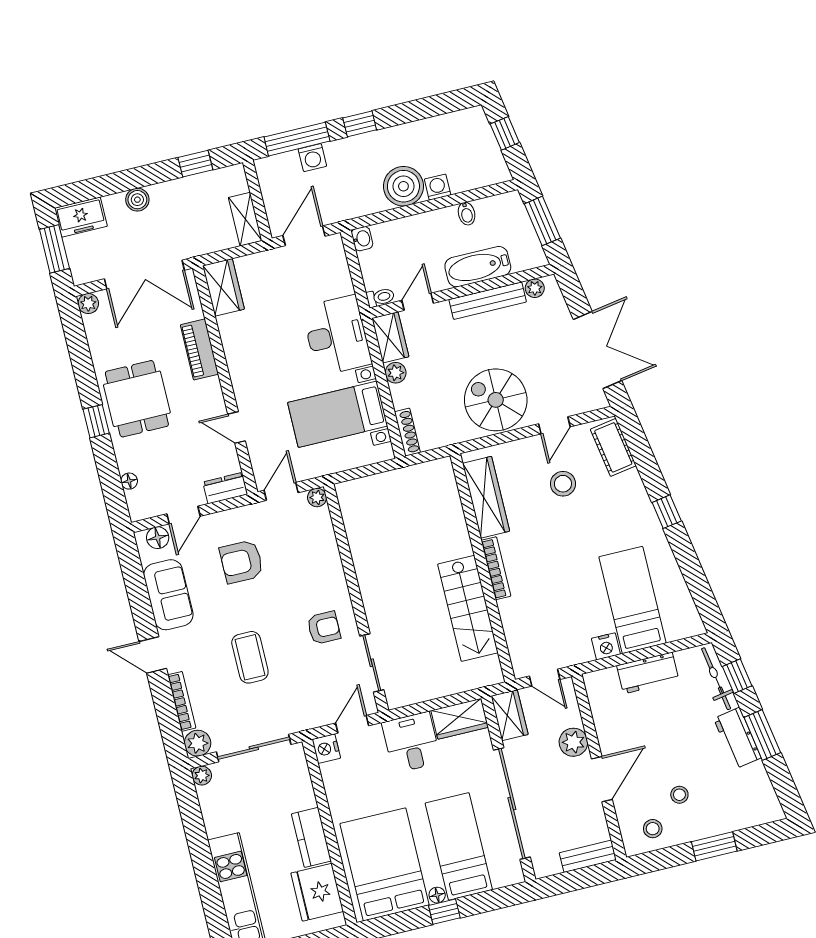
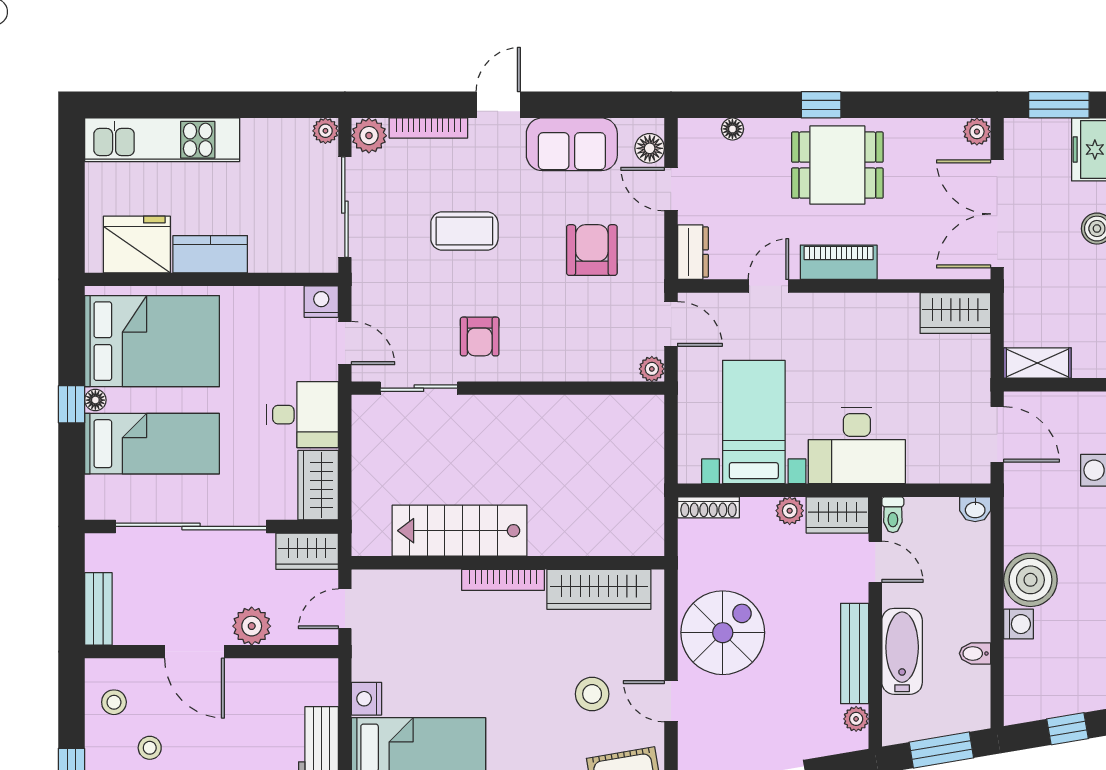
piano: (199, 349) -> (839, 262), moved

